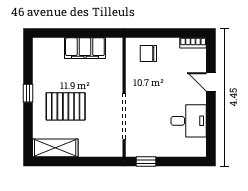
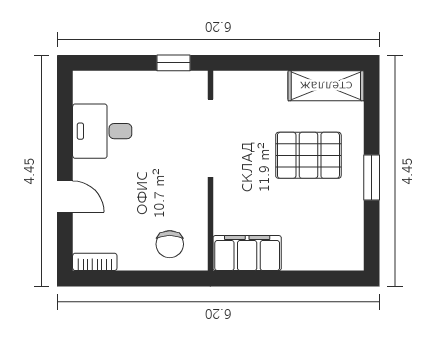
filing cabinet: (85, 48) -> (247, 253), moved
chair: (148, 53) -> (170, 244), turned 90
window: (28, 93) -> (372, 177), width x1.50

